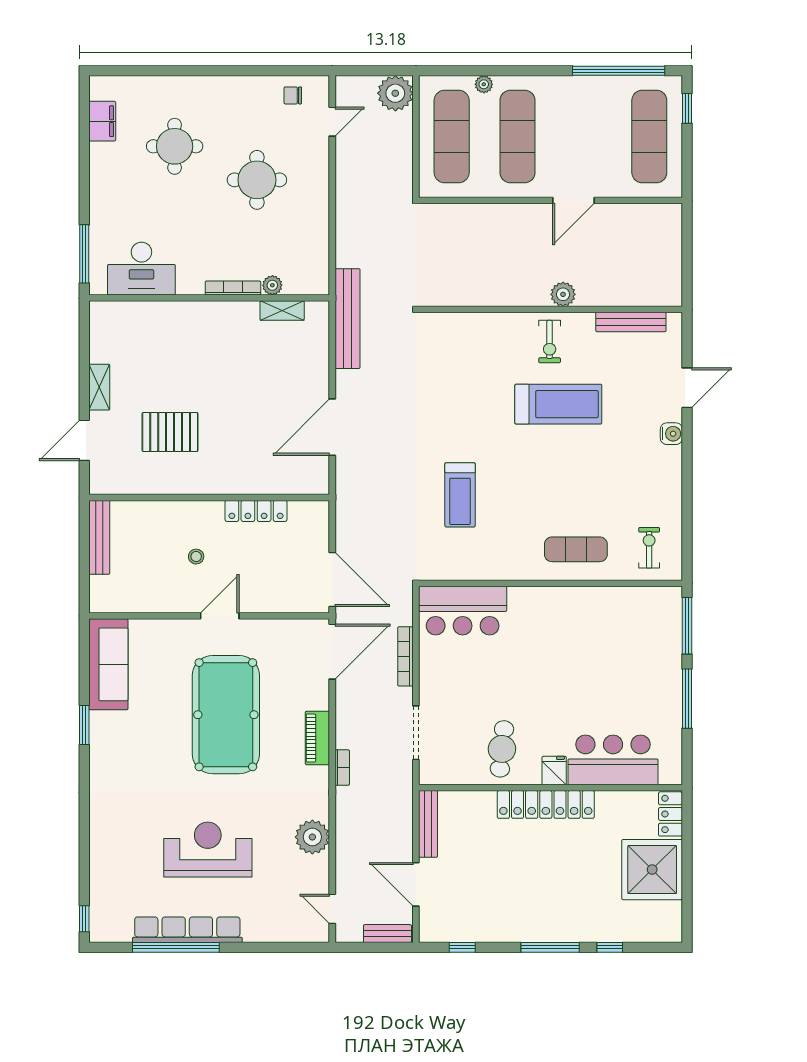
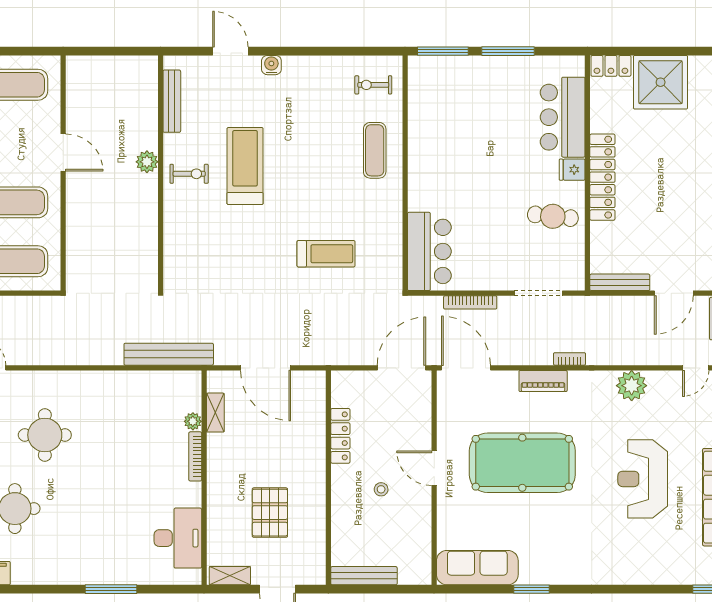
desk: (141, 269) -> (178, 538), moved
plant: (272, 285) -> (193, 421), moved
bookcase: (233, 288) -> (195, 456), moved
wall: (209, 298) -> (204, 478), moved
shelving: (282, 311) -> (215, 413), moved

